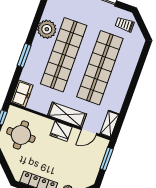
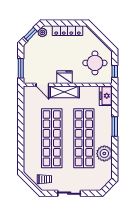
shelving: (110, 124) -> (28, 96), removed
door: (89, 132) -> (42, 85), swing flipped

